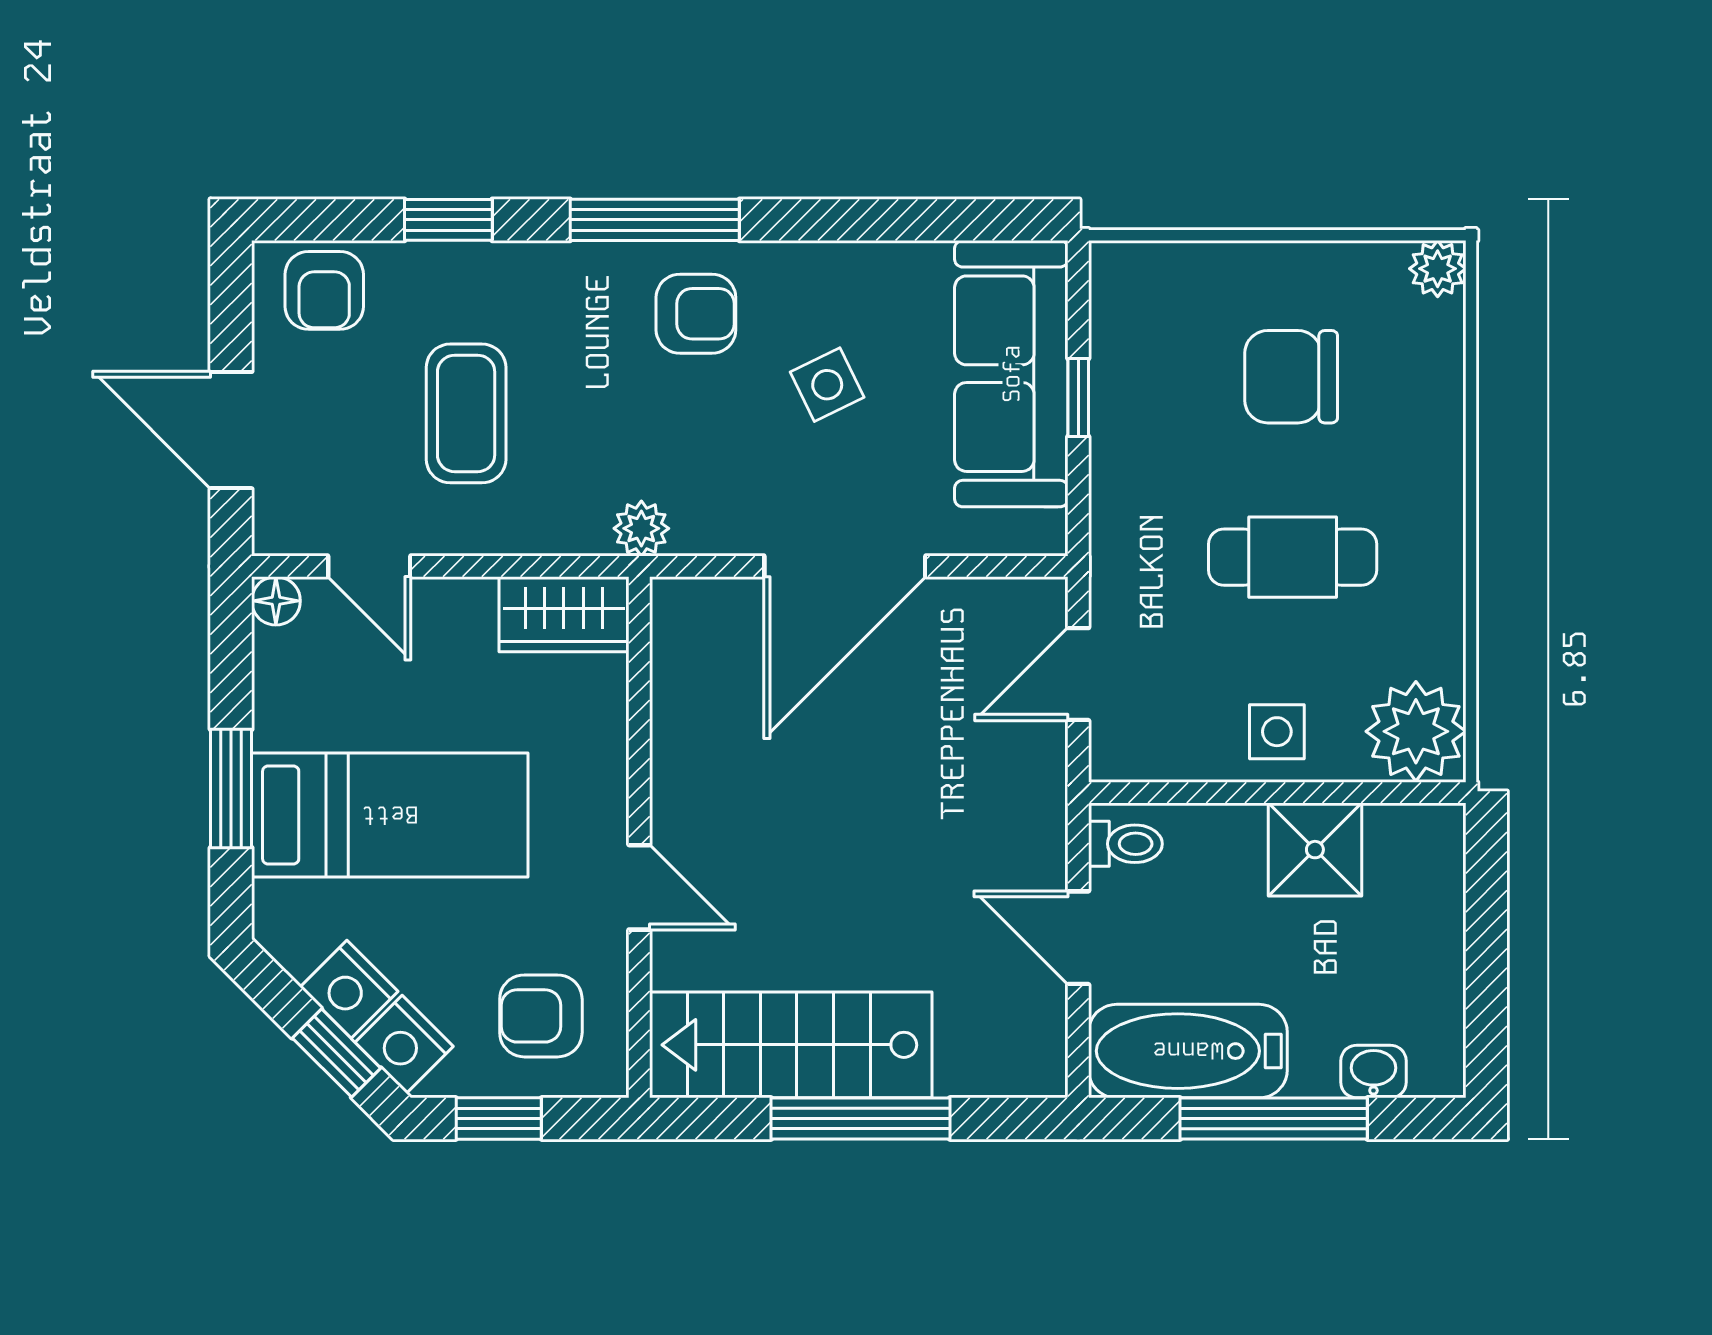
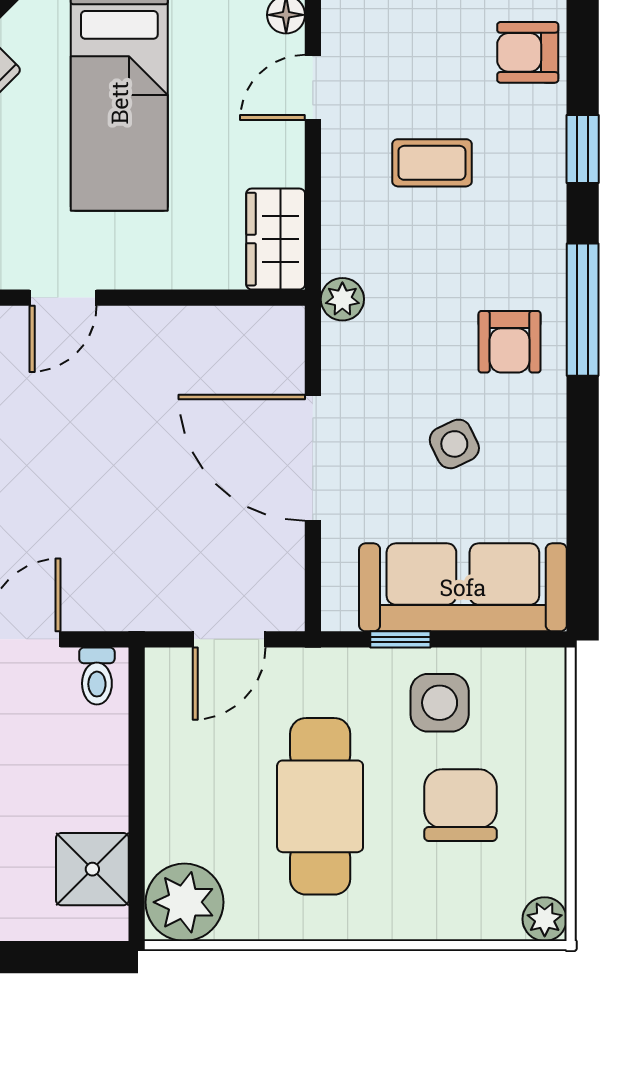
window: (1078, 398) -> (400, 639), moved
coffee table: (466, 413) -> (432, 163), width x0.73, depth x0.77
cafe table: (1293, 557) -> (320, 806), width x1.37, depth x1.35
door: (1078, 674) -> (229, 639), swing flipped
side table: (1277, 732) -> (440, 703), moved, width x1.37, depth x1.37
shower: (1315, 850) -> (92, 869), moved

